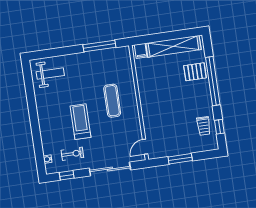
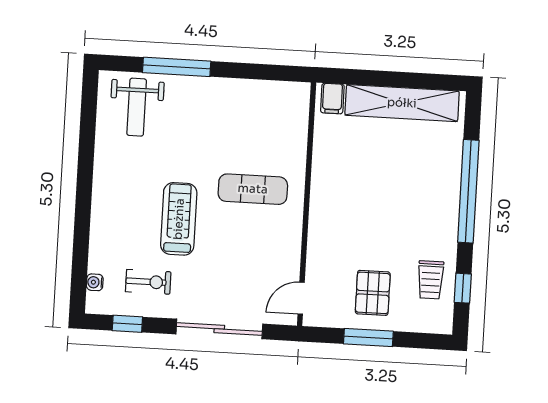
window: (99, 46) -> (177, 67), moved
pallet: (195, 72) -> (373, 293), moved, turned 90
weight bench: (50, 74) -> (137, 107), turned 90
exercise mat: (112, 101) -> (253, 189), turned 90

